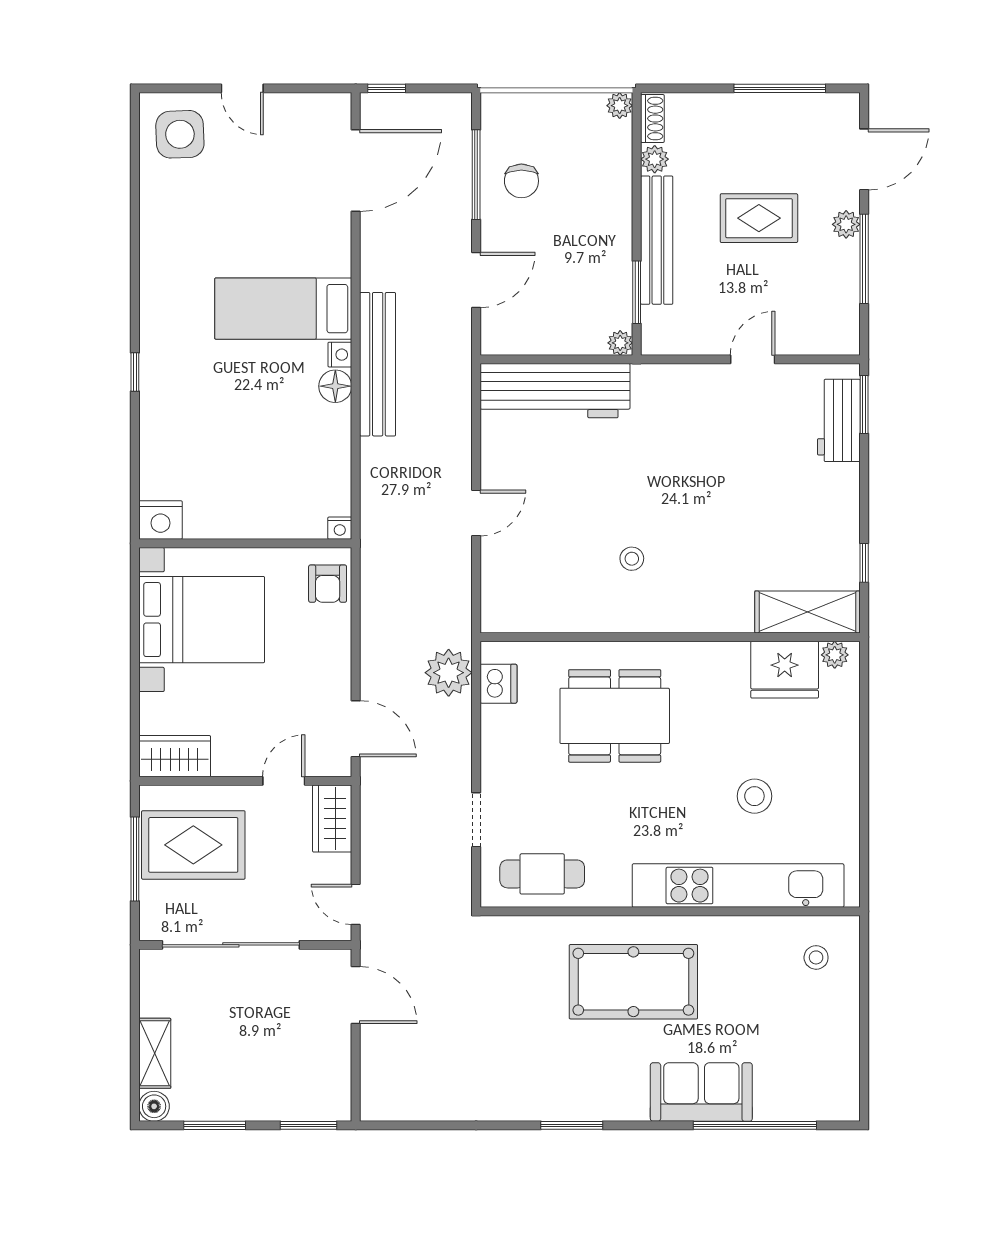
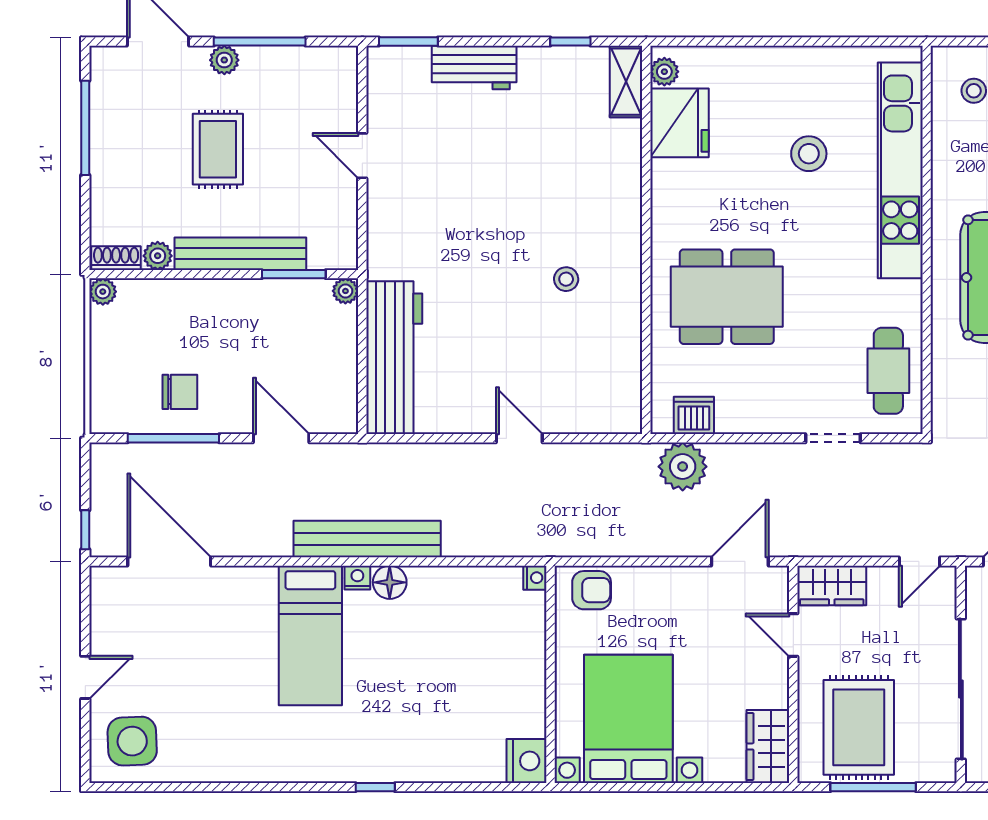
workbench: (839, 420) -> (474, 67), moved
shelving: (808, 612) -> (626, 82), width x0.67, depth x0.75
dining table: (615, 716) -> (727, 297), turned 90

